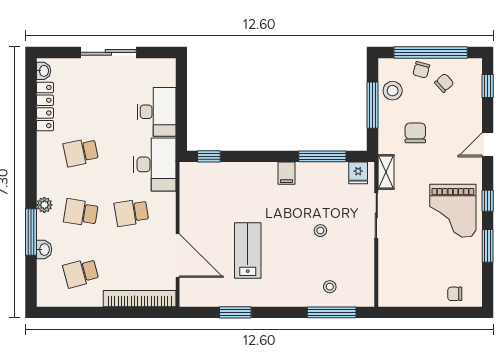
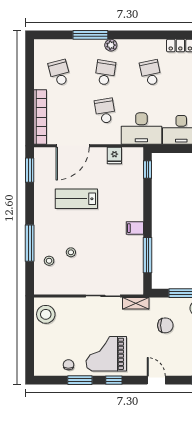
fridge: (358, 173) -> (114, 156), moved, turned -90
stool: (320, 231) -> (71, 252), moved
washbasin: (44, 249) -> (77, 45), removed
lab bench: (248, 251) -> (76, 199), turned 180
stool: (401, 291) -> (46, 314), added
chair: (455, 294) -> (68, 365), moved
window: (235, 312) -> (30, 170), moved
window: (332, 312) -> (30, 243), moved

